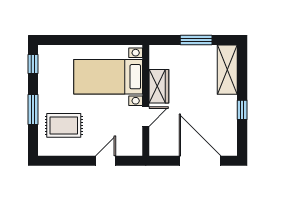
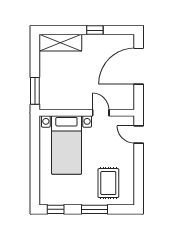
window: (196, 40) -> (35, 91), moved
wardrobe: (159, 86) -> (75, 101), removed
door: (106, 161) -> (139, 135), moved

